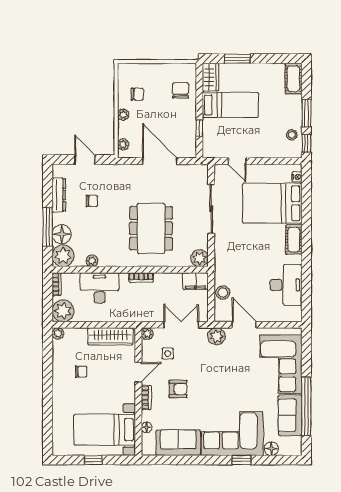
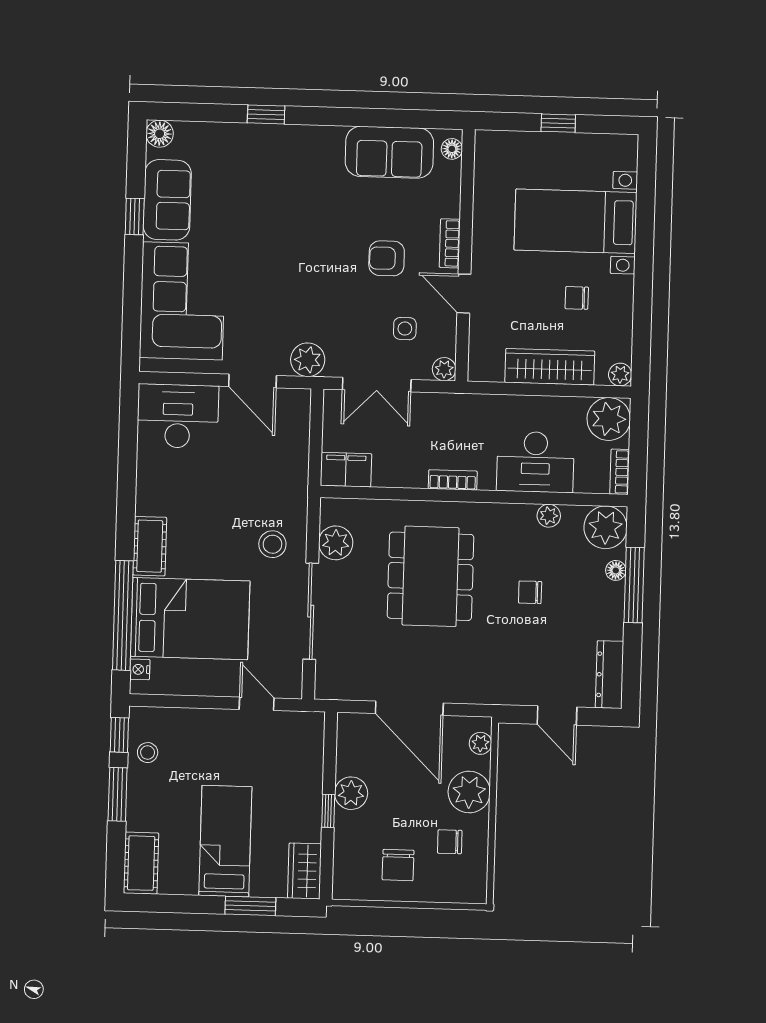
chair: (181, 90) -> (398, 865), moved
bed: (230, 105) -> (225, 841), moved, turned 90
plant: (123, 115) -> (469, 792), width x1.88, depth x1.88
plant: (188, 117) -> (351, 793), added
window: (199, 128) -> (328, 811), moved
dresser: (59, 195) -> (609, 675), moved
chair: (92, 201) -> (530, 592), moved
window: (306, 204) -> (123, 615), added
floor lamp: (62, 234) -> (616, 570), width x0.53, depth x0.53
plant: (200, 258) -> (336, 543), moved
desk: (286, 285) -> (178, 416), moved, turned 90
stool: (223, 293) -> (272, 544), moved
wardrobe: (110, 336) -> (550, 367), moved
door: (138, 372) -> (464, 294), hinge flipped
window: (306, 406) -> (135, 216), width x0.32
floor lamp: (147, 427) -> (452, 149), moved
bed with nightstands: (105, 430) -> (576, 221), moved, turned 180
corner sofa: (232, 434) -> (282, 167), removed
floor lamp: (271, 449) -> (160, 134), moved

